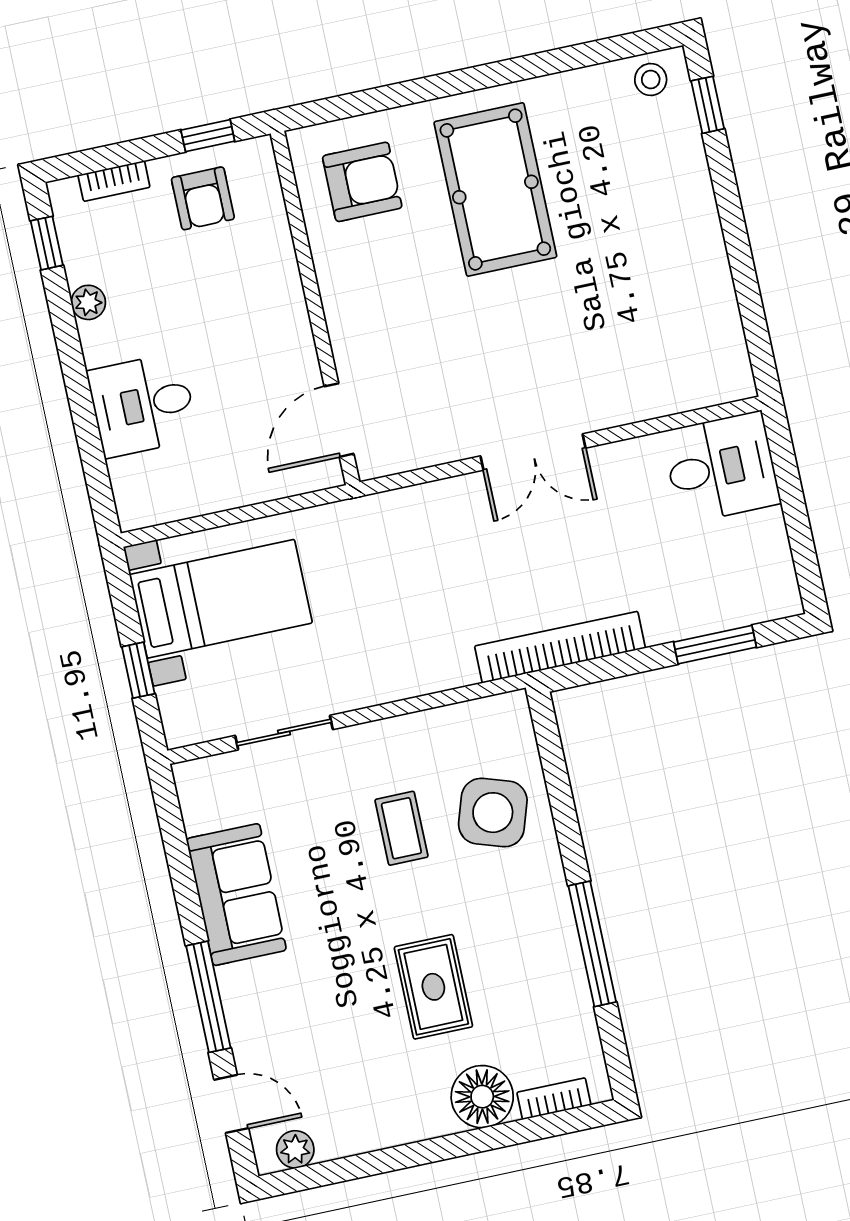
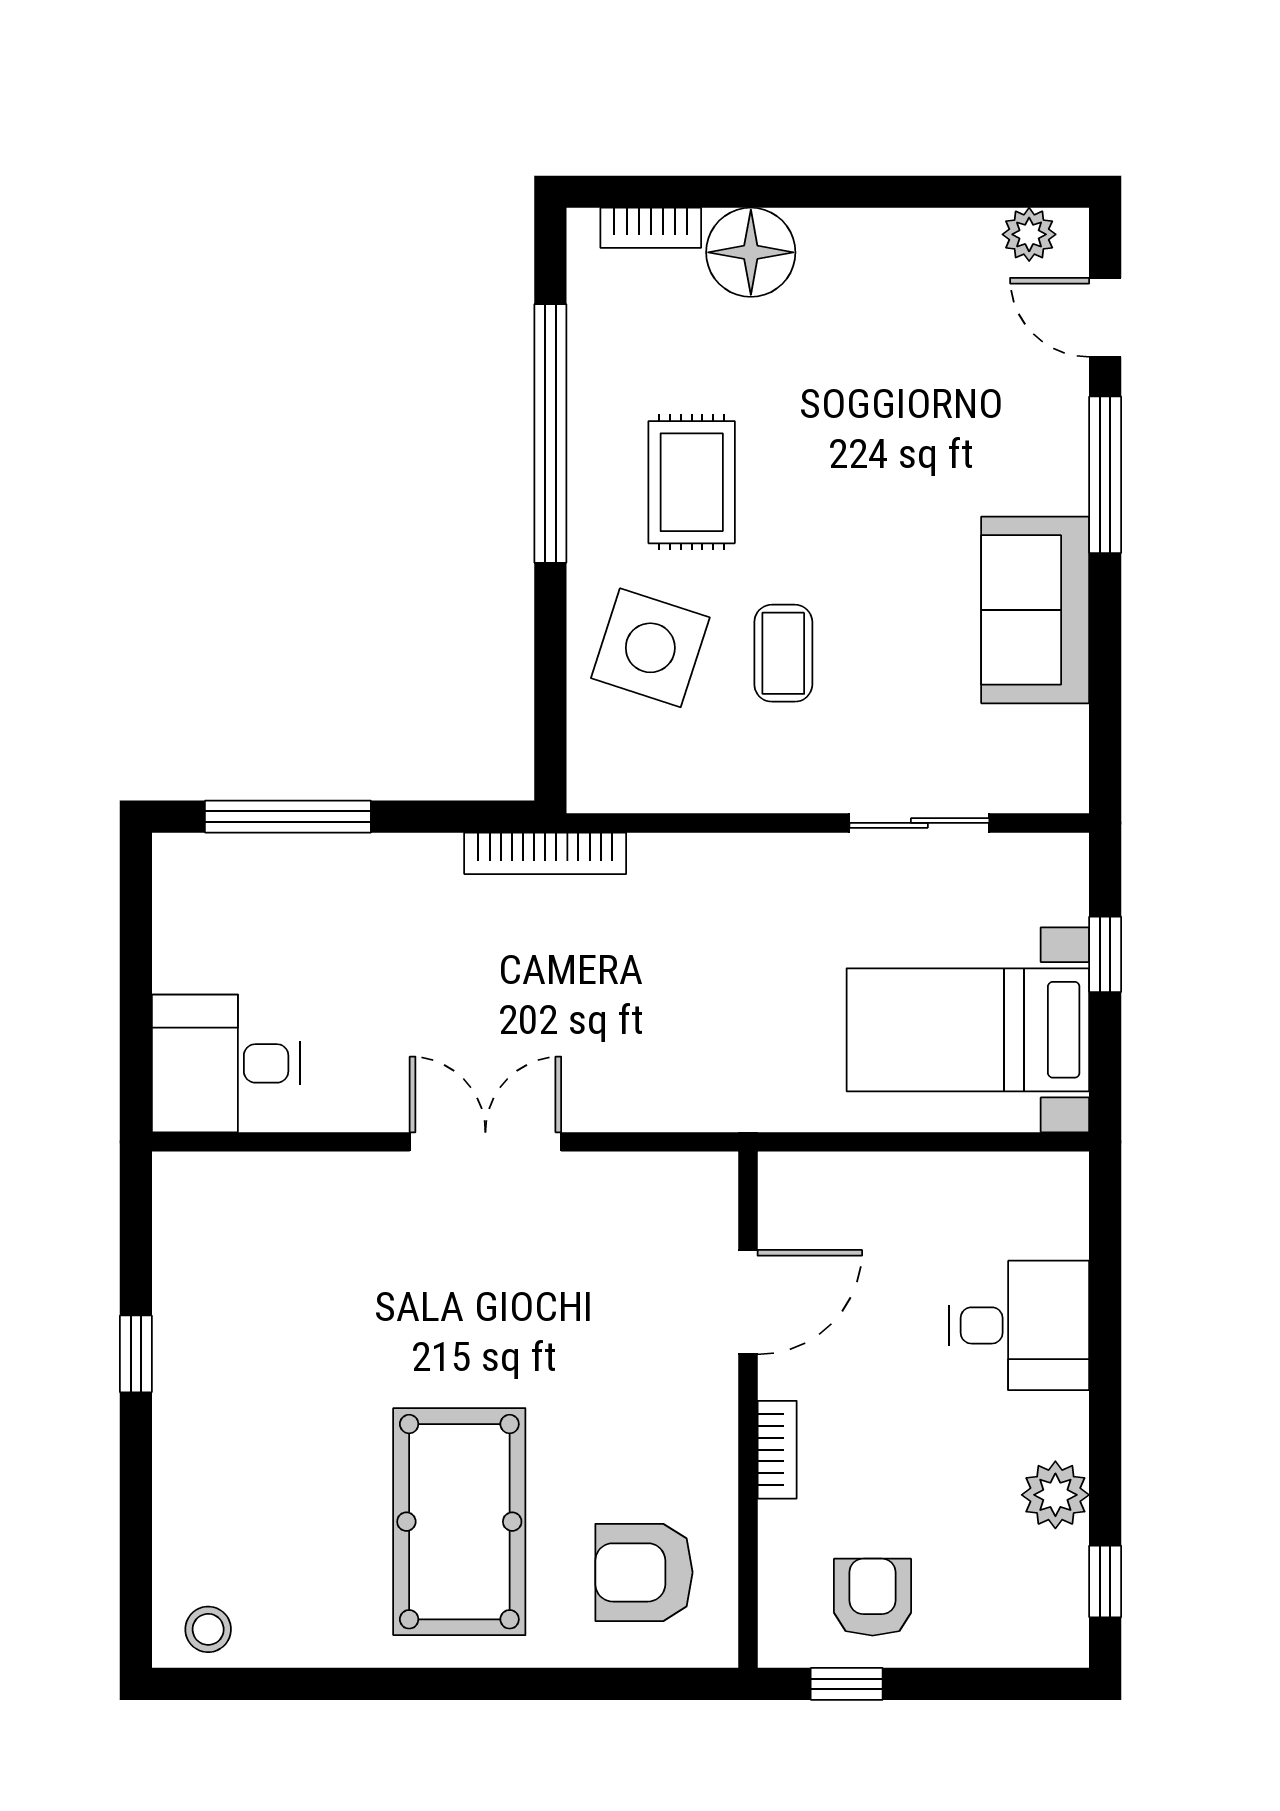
window: (708, 105) -> (136, 1354), moved
bookcase: (114, 181) -> (777, 1450), moved, turned 90
plant: (88, 302) -> (1055, 1495), width x1.38, depth x1.38
door: (339, 420) -> (748, 1302), moved
window: (715, 645) -> (288, 817), width x1.44
bookcase: (560, 647) -> (545, 853), width x0.68, depth x0.76
window: (592, 944) -> (550, 434), width x1.46
rug: (433, 987) -> (692, 482), moved

